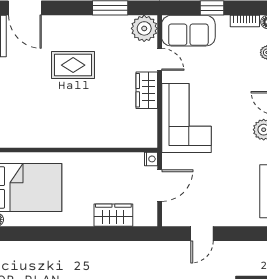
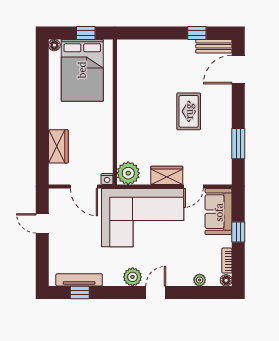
plant: (144, 28) -> (128, 173), moved
corner sofa: (186, 118) -> (143, 218), width x1.36, depth x1.36

